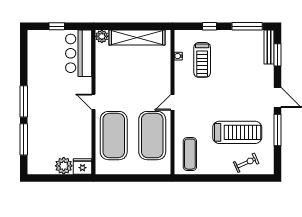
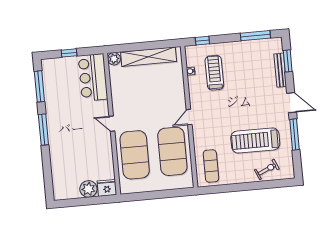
window: (210, 26) -> (202, 41), moved
bench: (269, 47) -> (280, 70), moved
treadmill: (202, 60) -> (214, 73), turned 180
treadmill: (237, 132) -> (255, 140), turned 180
window: (24, 139) -> (39, 86), moved

